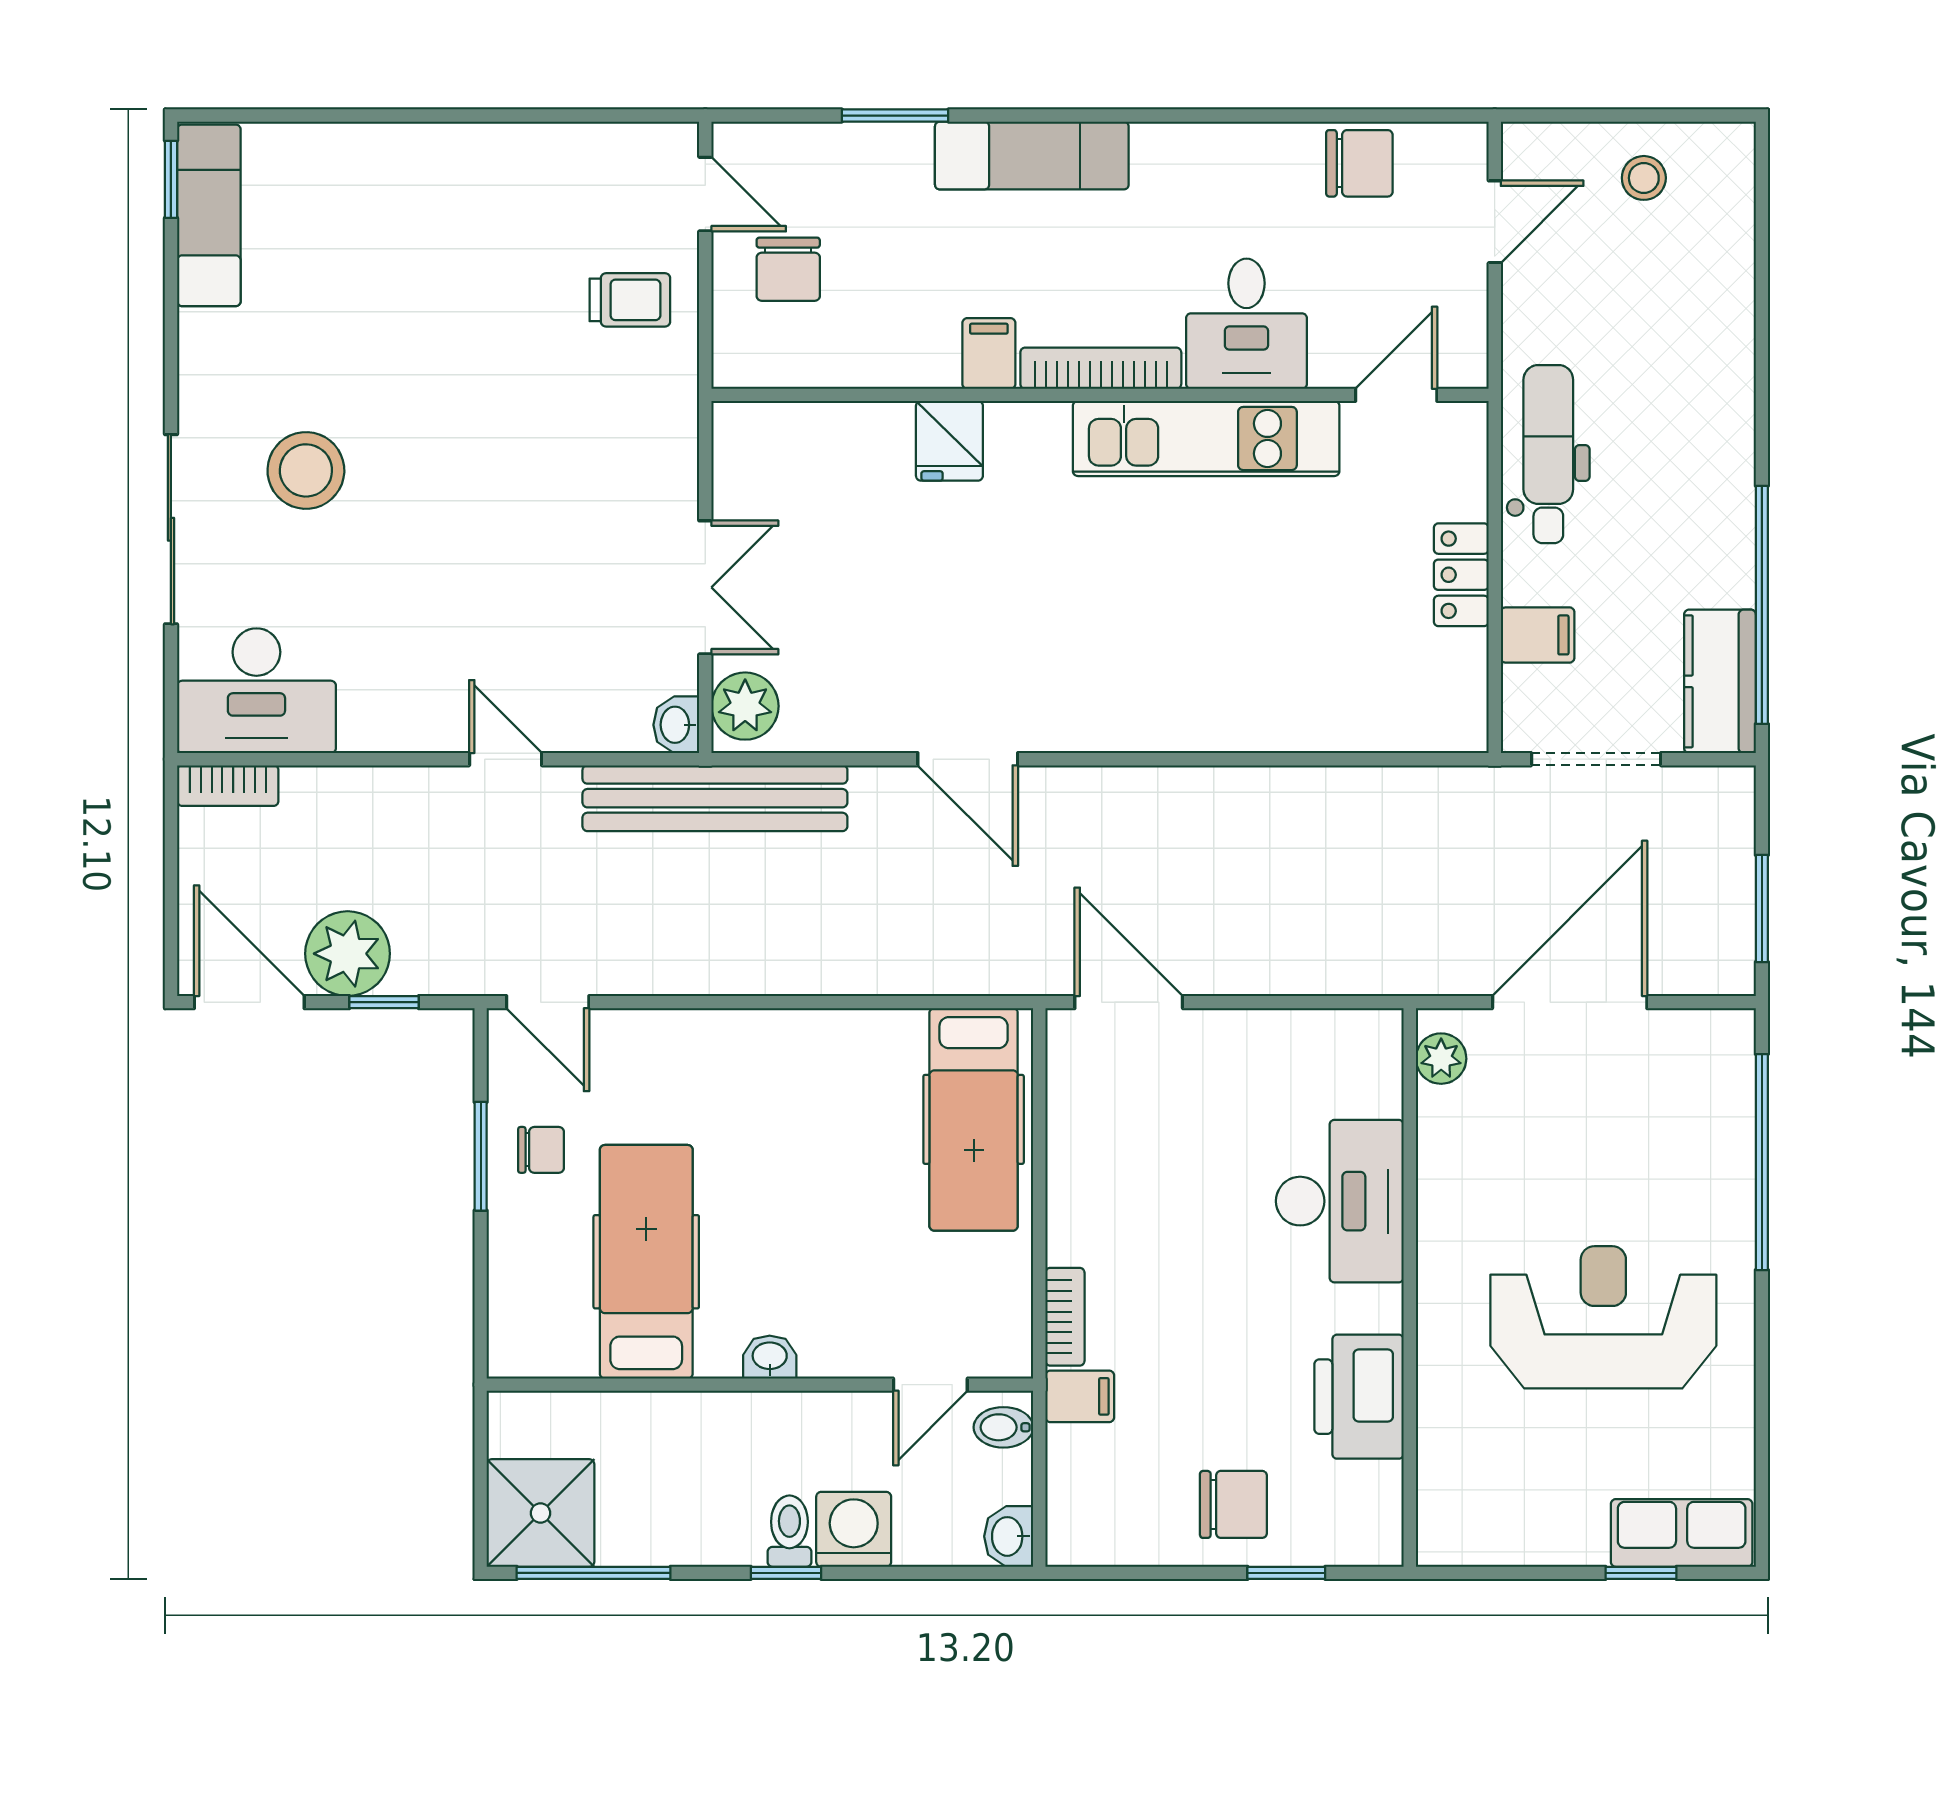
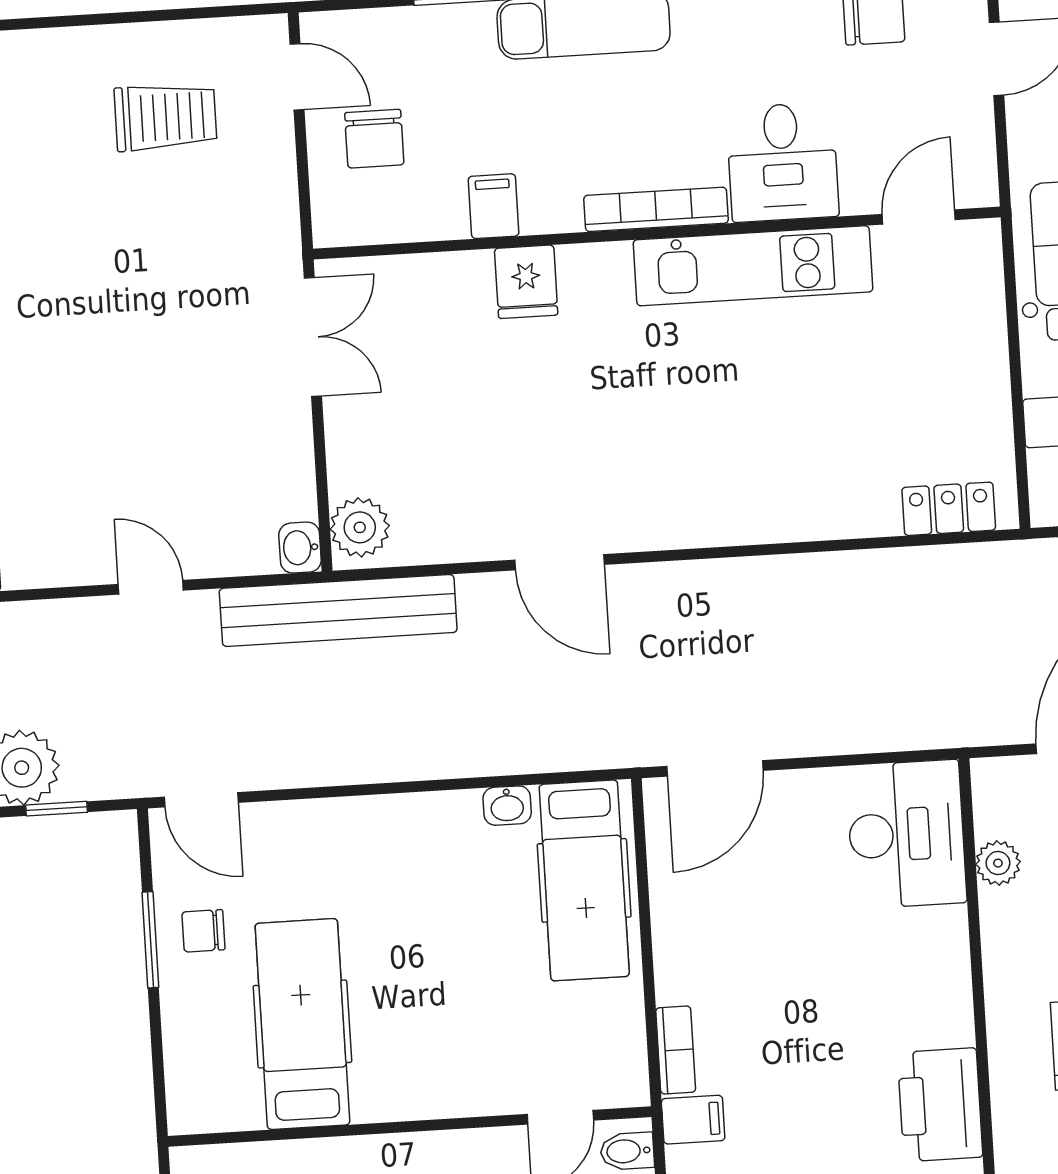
trolley: (630, 300) -> (165, 117), moved, width x1.36, depth x1.39
filing cabinet: (989, 353) -> (494, 206), moved
locker: (1461, 575) -> (949, 509), moved, turned 90
double door: (705, 587) -> (313, 337), moved
door: (1129, 1002) -> (715, 768), swing flipped
plant: (1441, 1059) -> (998, 863), moved
chair: (541, 1150) -> (203, 931), turned 180
desk: (1340, 1201) -> (906, 834), moved
washbasin: (770, 1357) -> (507, 806), moved, turned 180

